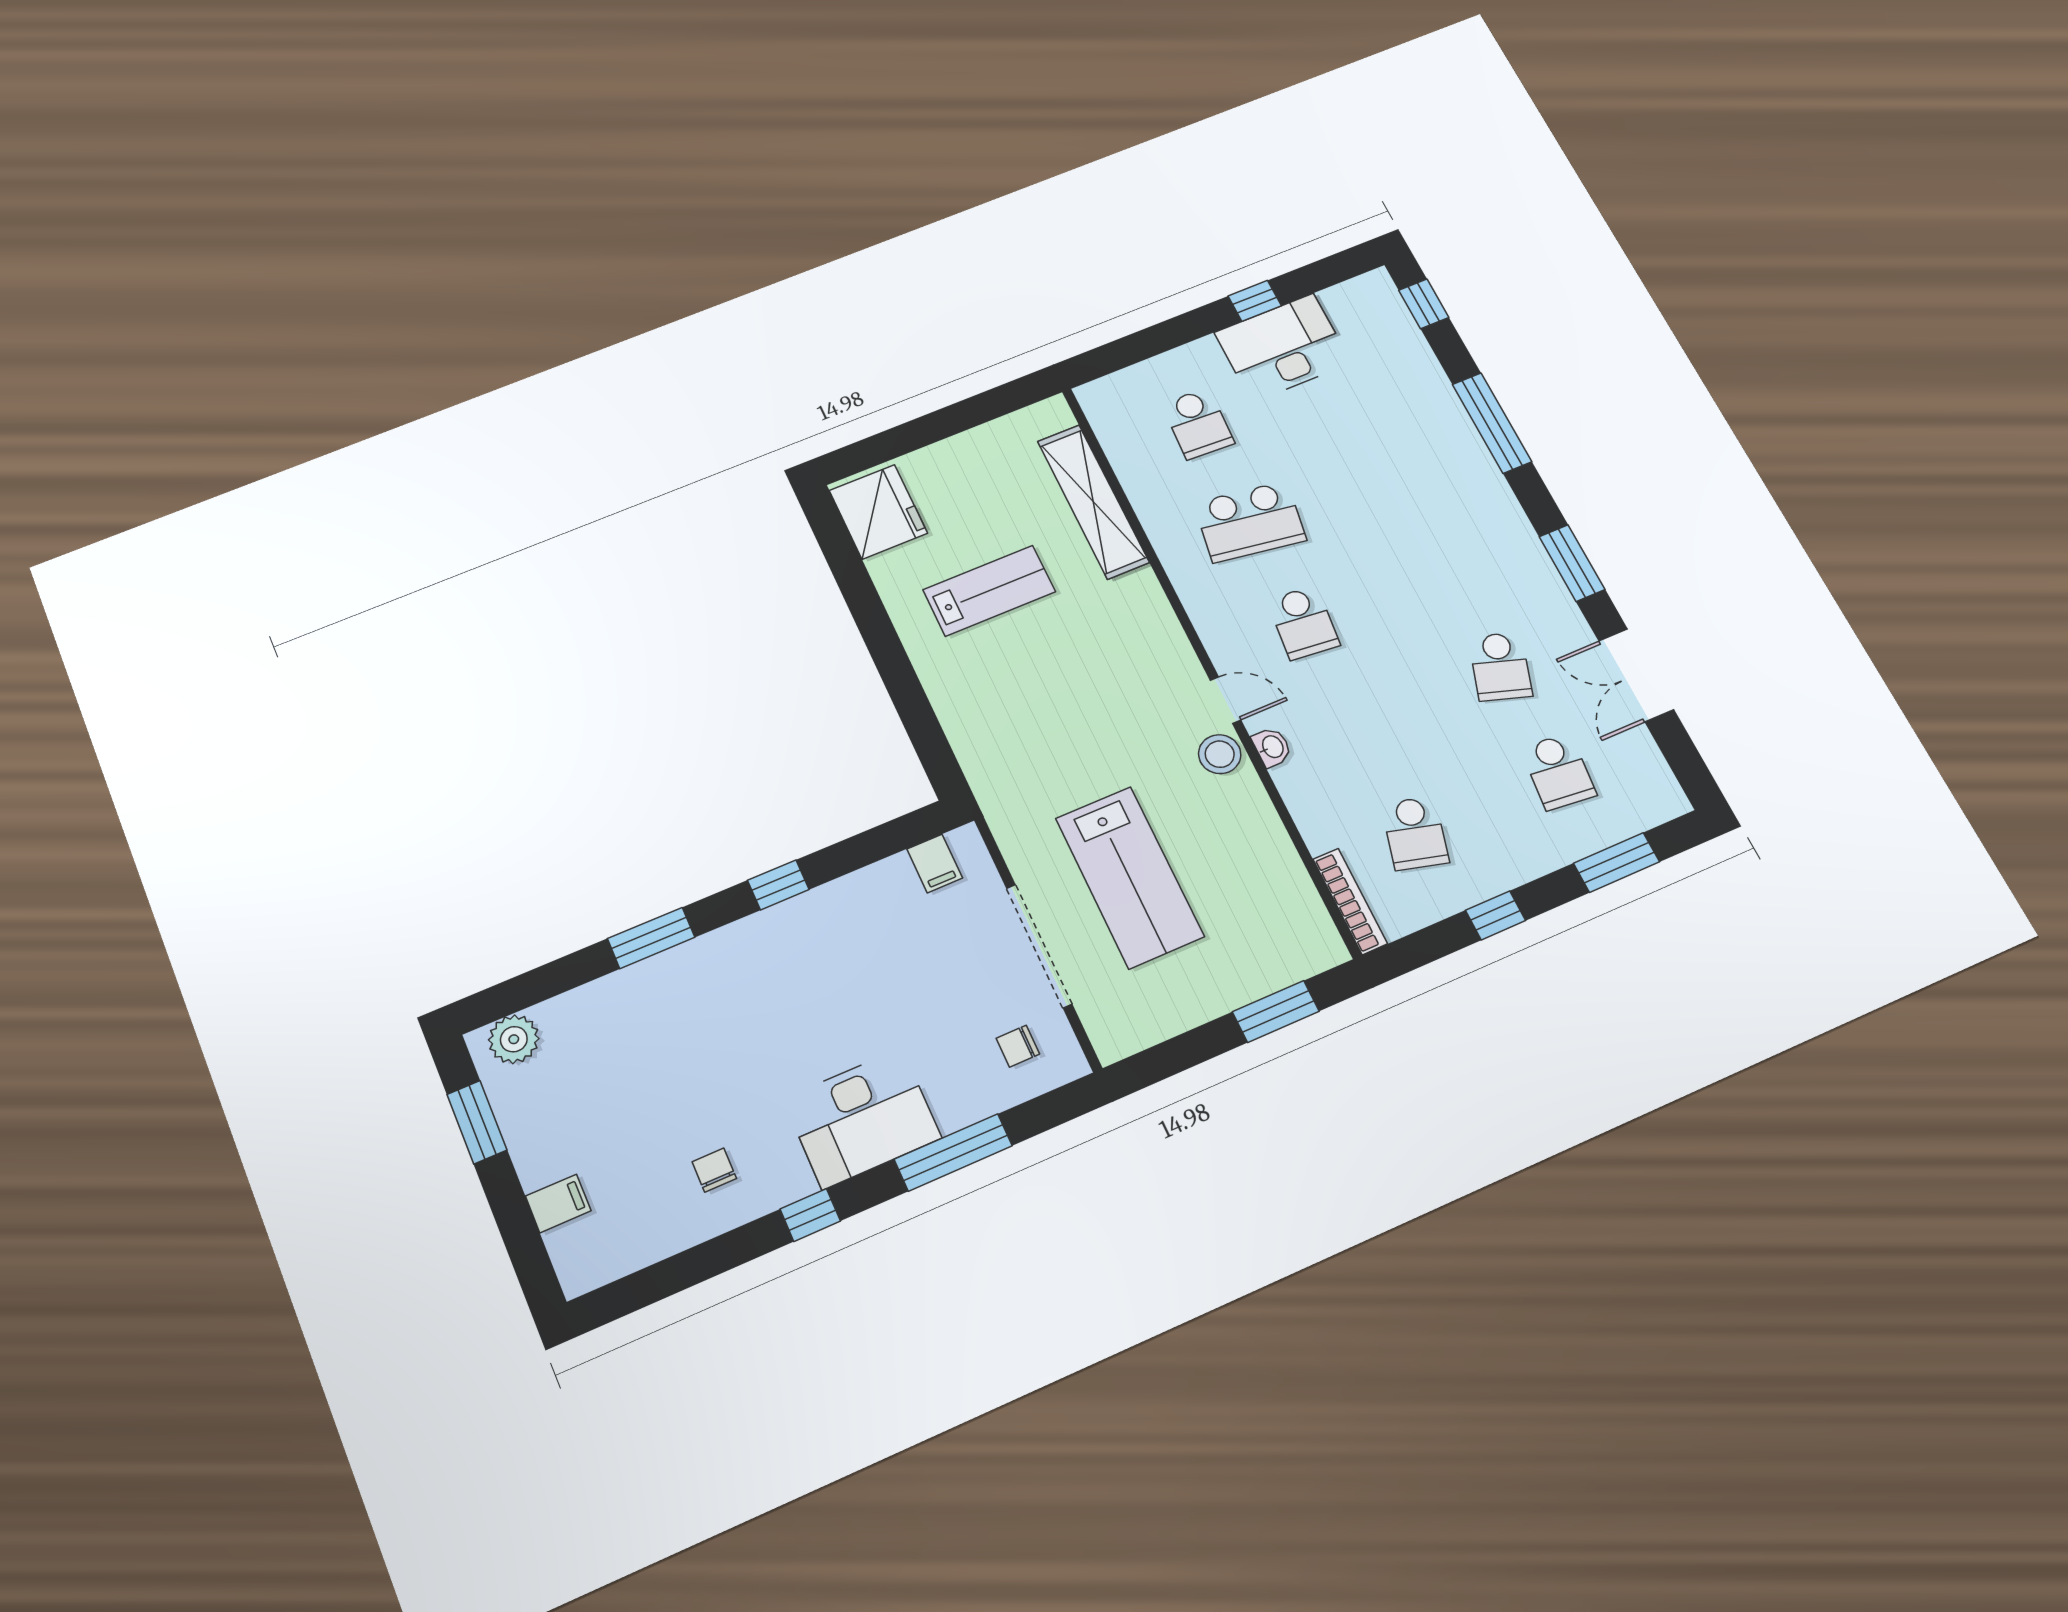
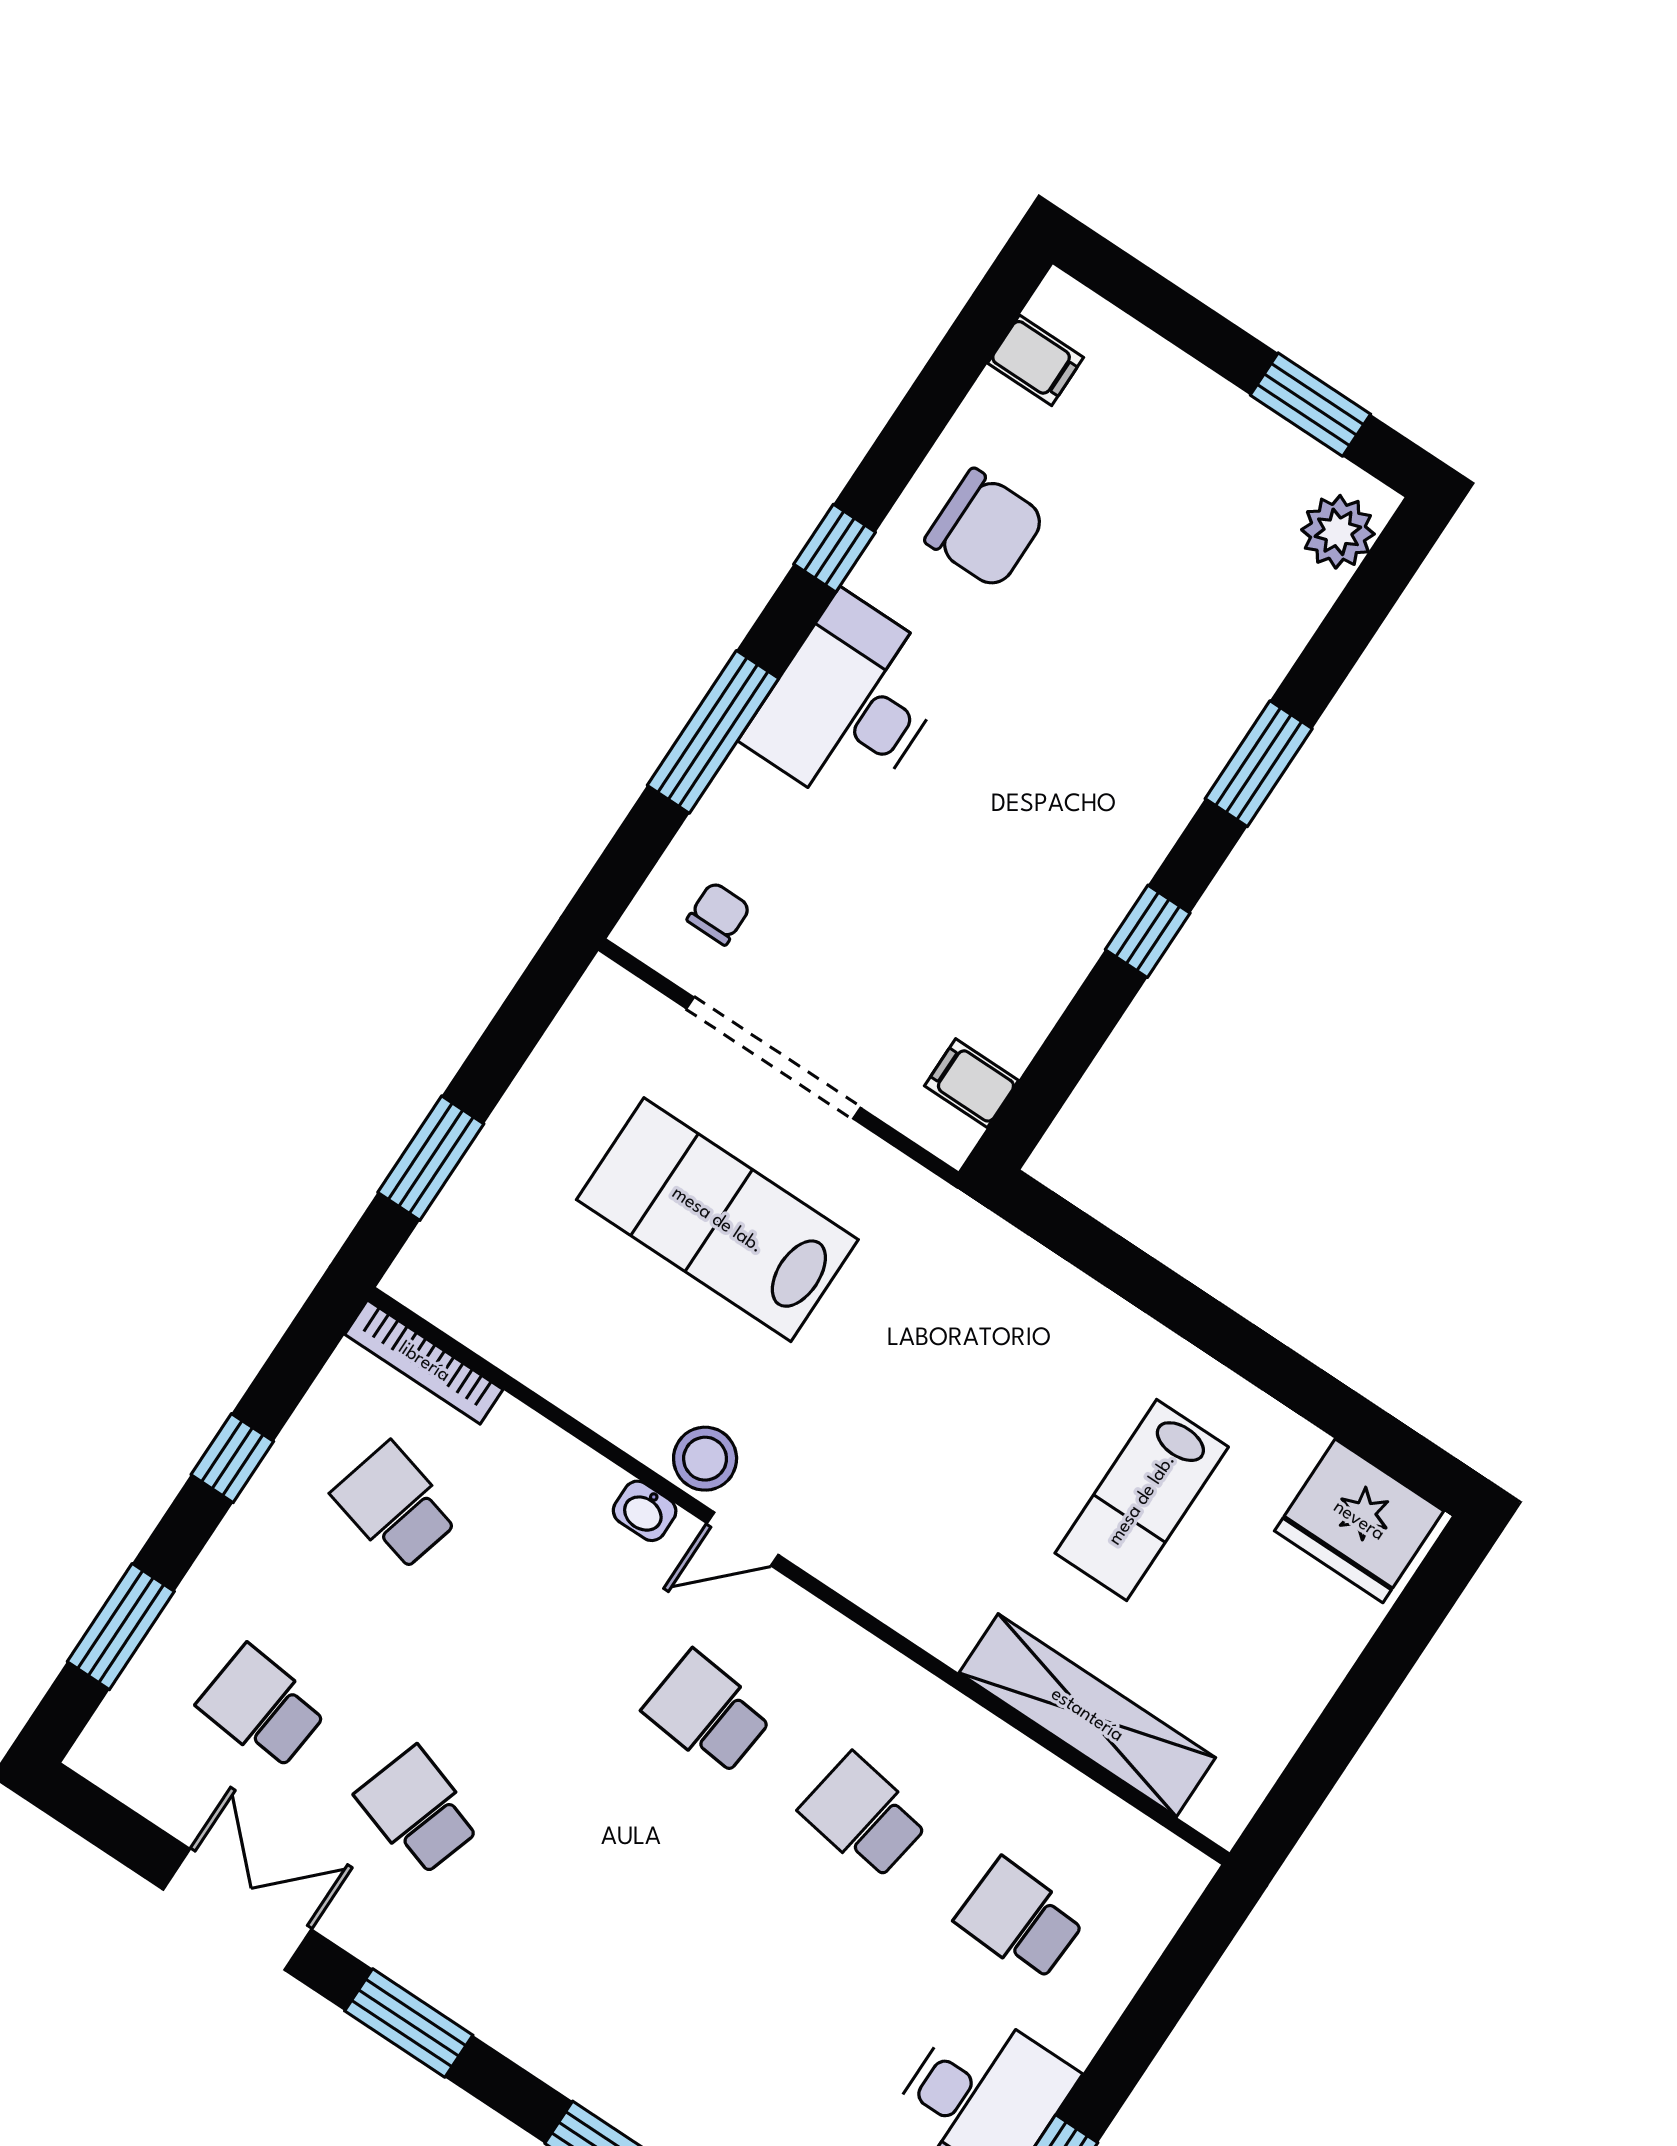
school desk: (1250, 522) -> (864, 1816), width x0.54
chair: (714, 1170) -> (985, 529), width x1.87, depth x1.87
filing cabinet: (558, 1203) -> (1036, 360), moved, turned -90

